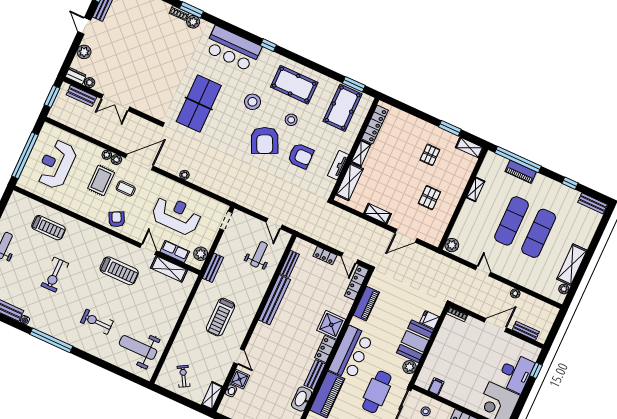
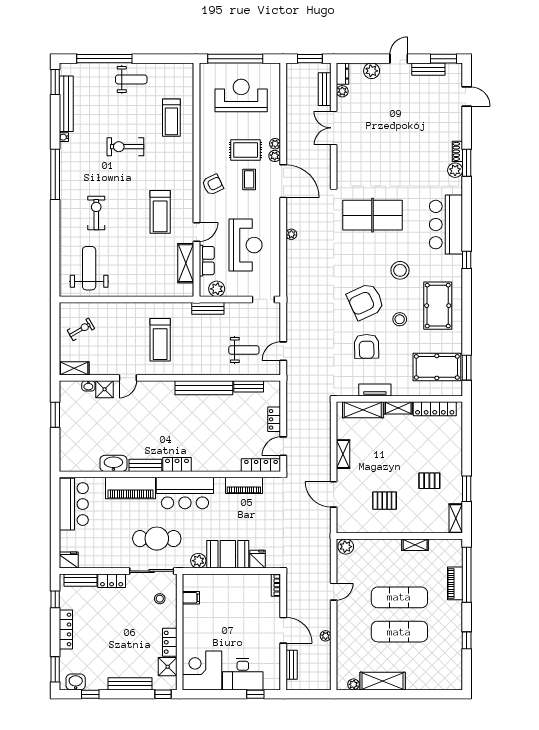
bench: (592, 203) -> (456, 673), removed
treadmill: (221, 317) -> (160, 340), turned -90
shower: (331, 325) -> (205, 459), removed

